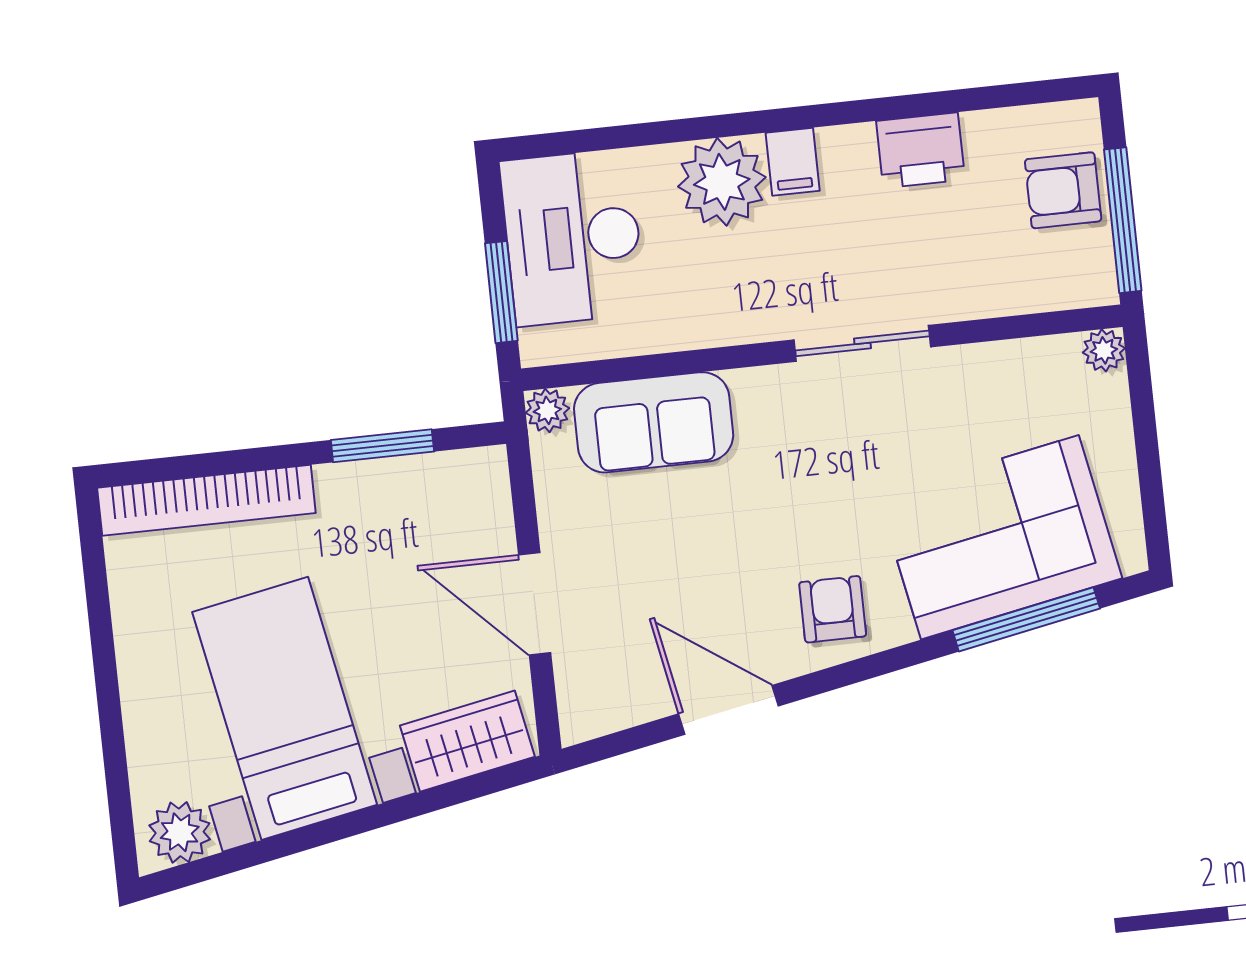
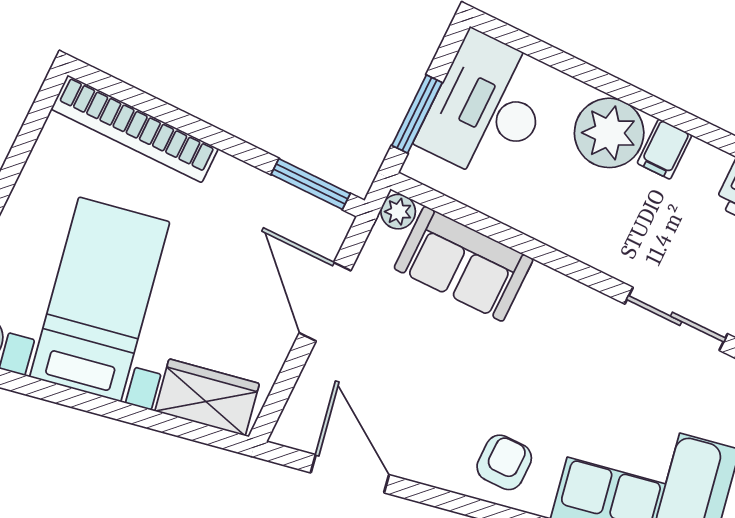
sliding door: (862, 343) -> (676, 319), moved
window: (382, 446) -> (311, 184), moved
door: (535, 604) -> (325, 302), moved
door: (729, 710) -> (350, 474), moved

